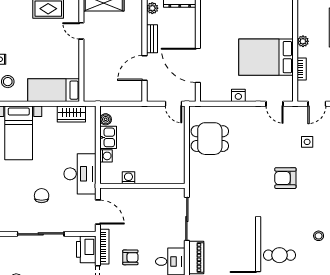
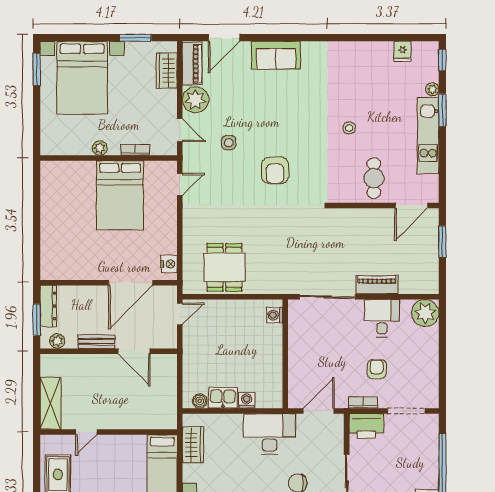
nightstand: (238, 95) -> (169, 264), moved
washing machine: (128, 178) -> (275, 315), moved
bookcase: (104, 247) -> (363, 402), width x0.64

